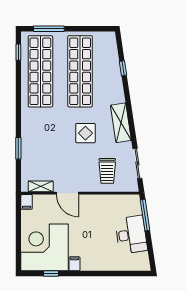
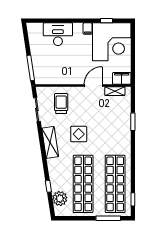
plant: (109, 53) -> (60, 198), added
door: (68, 193) -> (93, 86), hinge flipped
filing cabinet: (27, 202) -> (122, 78), width x2.00
desk: (131, 235) -> (58, 34), moved, turned 99

